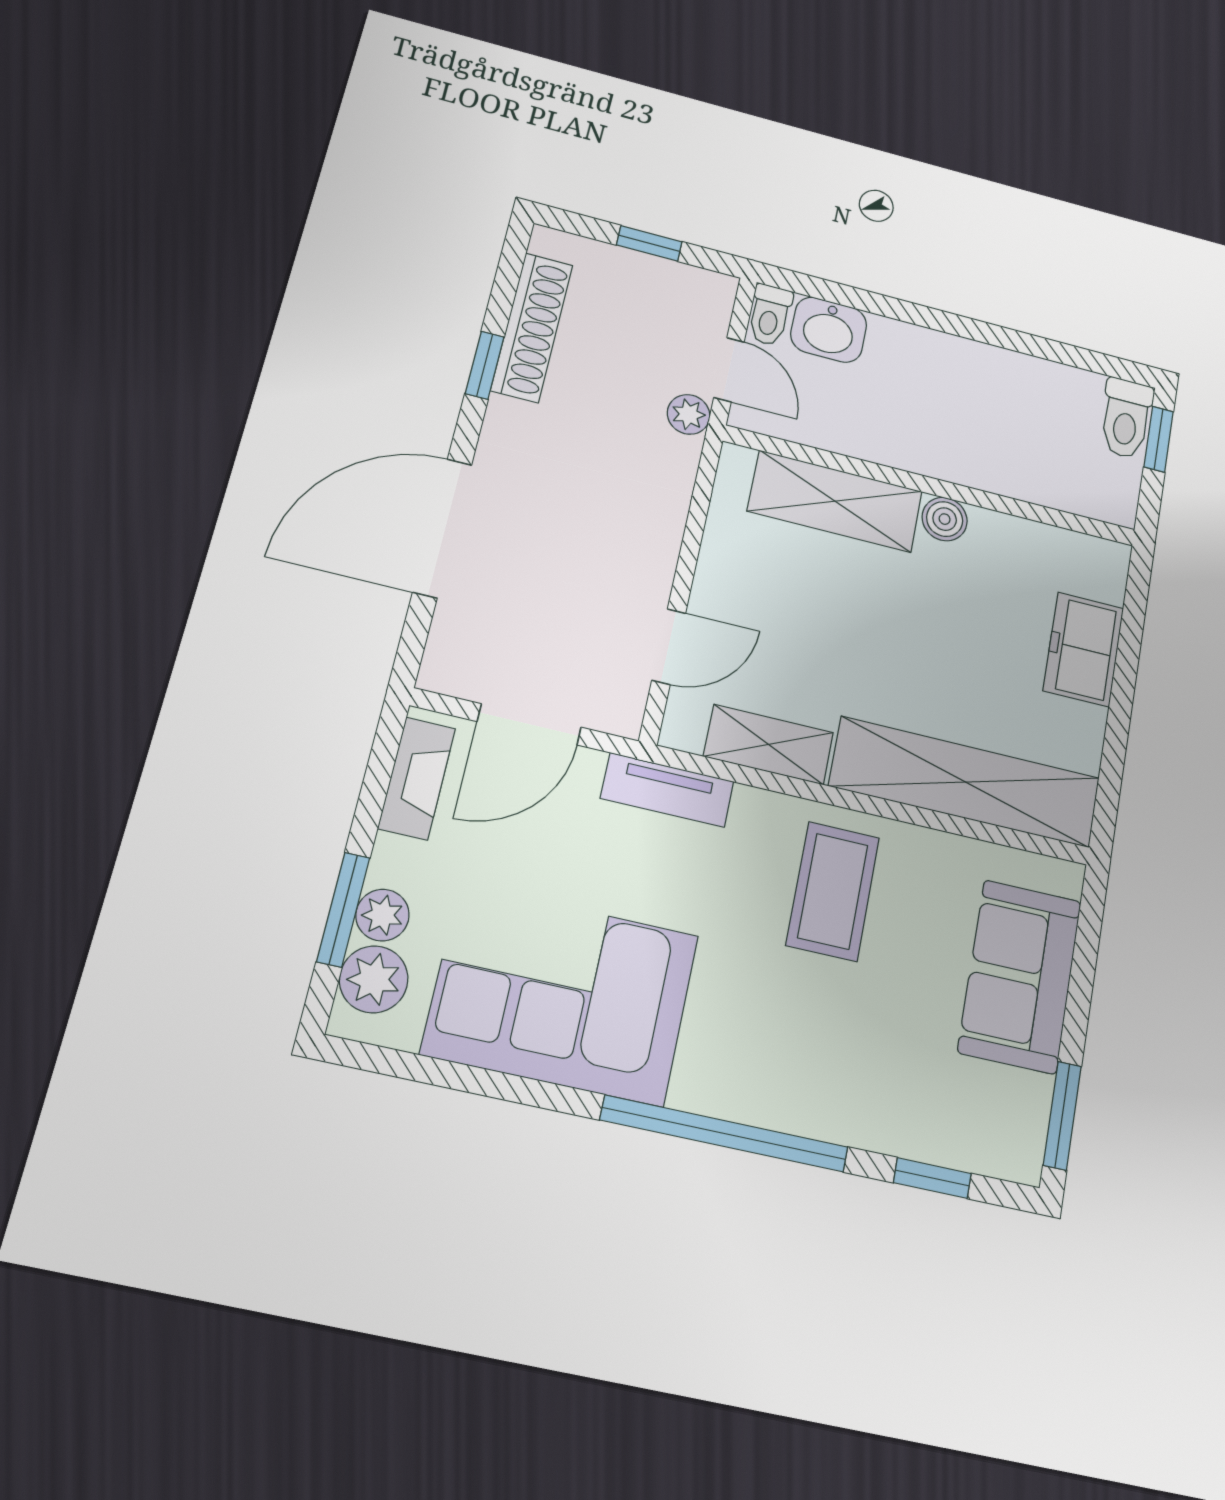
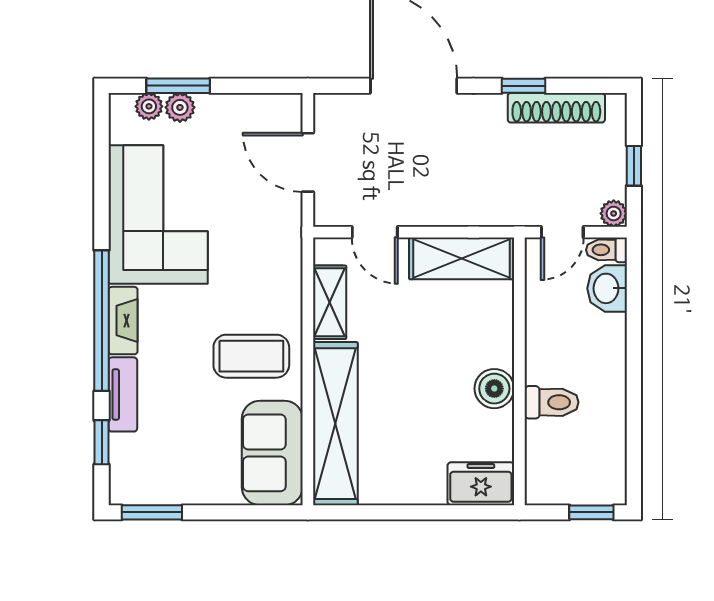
plant: (689, 414) -> (614, 213), moved
toilet: (1126, 418) -> (552, 402), moved, turned 180
shelving: (835, 501) -> (462, 258), moved, turned 90
boiler: (945, 519) -> (494, 389), width x1.36, depth x1.36
freezer: (1083, 649) -> (481, 484), moved
fireplace: (417, 778) -> (123, 321), moved, turned -90
tv unit: (667, 790) -> (123, 394), moved, turned 180
sofa: (1020, 976) -> (272, 453), moved, turned -90
plant: (374, 979) -> (149, 106), width x0.73, depth x0.73

